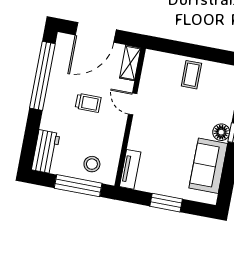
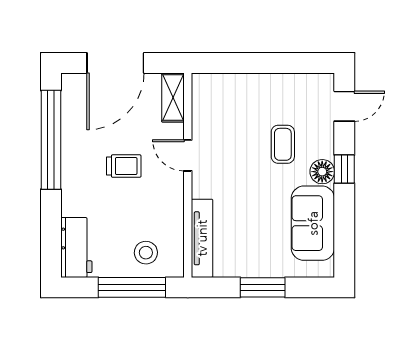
coffee table: (191, 75) -> (283, 144), moved
tv unit: (130, 169) -> (202, 238), width x1.41

